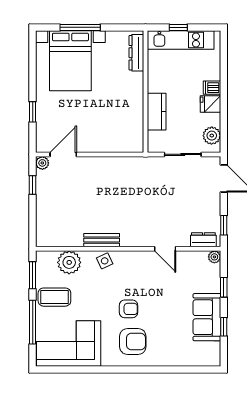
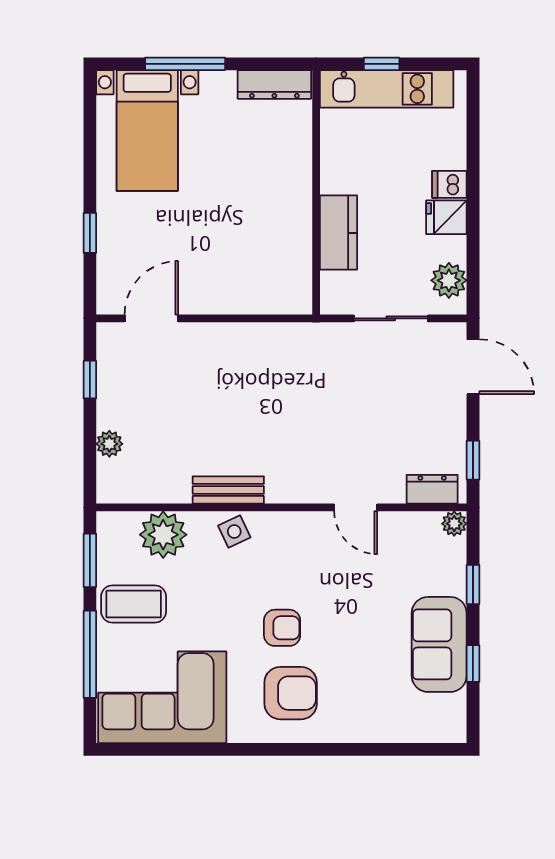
dresser: (136, 53) -> (274, 84), moved, turned -90
bed with nightstands: (70, 61) -> (147, 131), width x0.73
plant: (42, 163) -> (109, 444), moved

